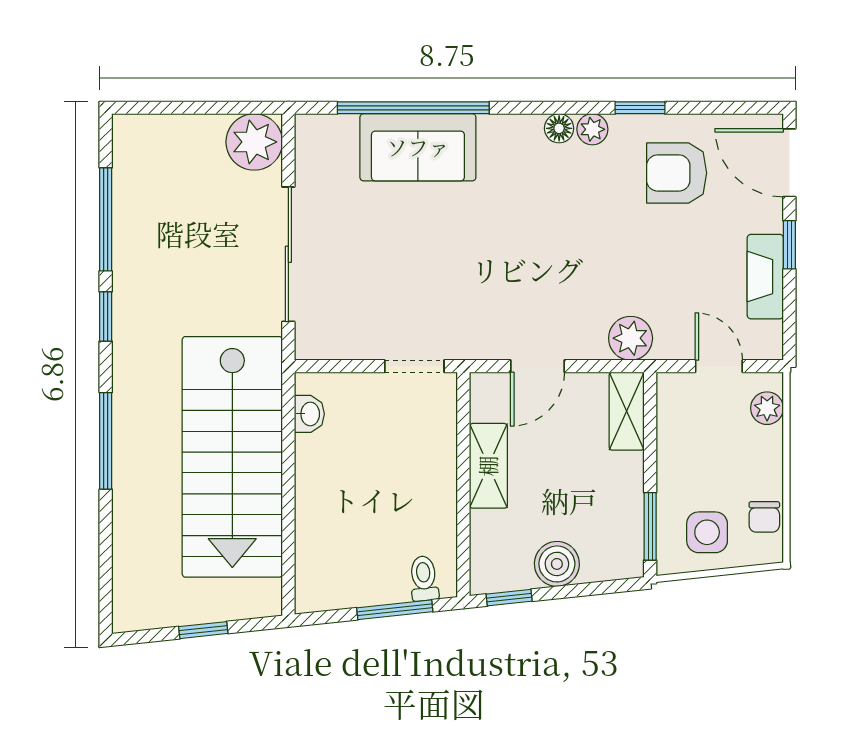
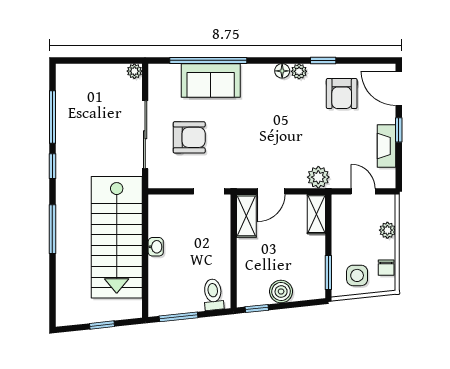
plant: (254, 142) -> (134, 71), width x0.53, depth x0.53
armchair: (677, 173) -> (342, 94), turned -90
armchair: (375, 260) -> (189, 137), added
plant: (767, 408) -> (387, 230), moved
washbasin: (309, 414) -> (156, 247), moved
shelving: (488, 466) -> (246, 216), moved
toilet: (424, 578) -> (213, 295), width x1.37, depth x1.39
window: (395, 610) -> (179, 317), moved

